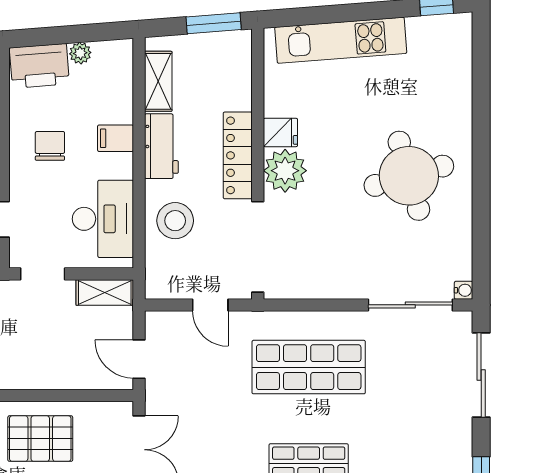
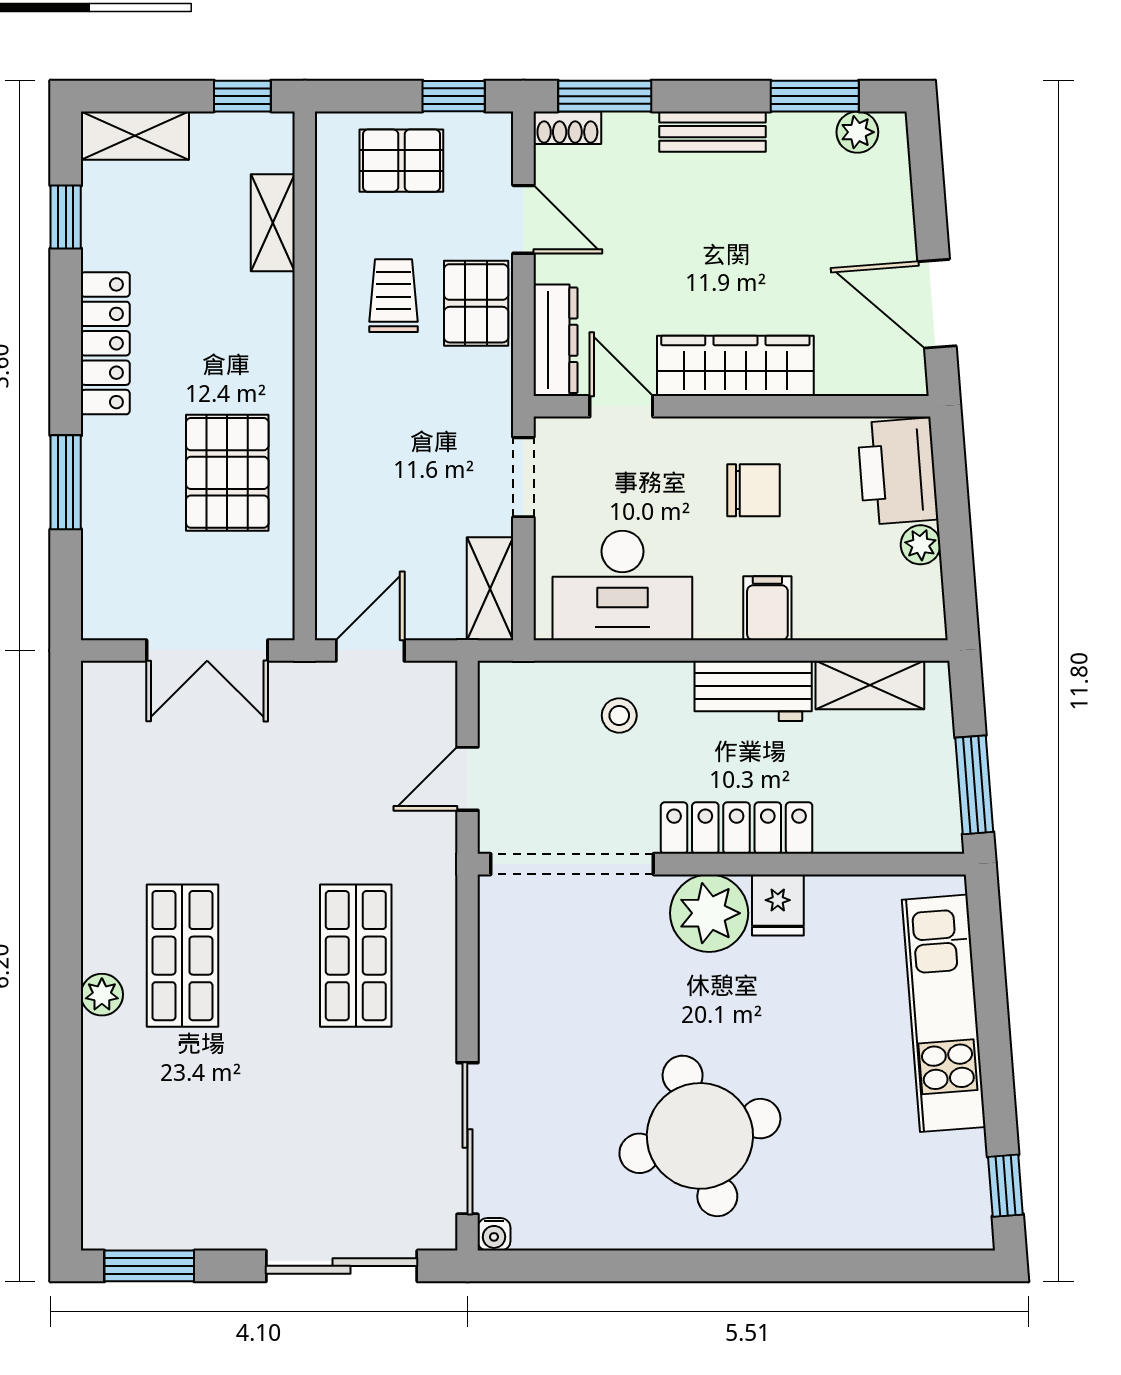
stool: (175, 221) -> (619, 715), width x0.53, depth x0.53
shop shelf: (309, 367) -> (356, 956), width x0.70, depth x0.74

